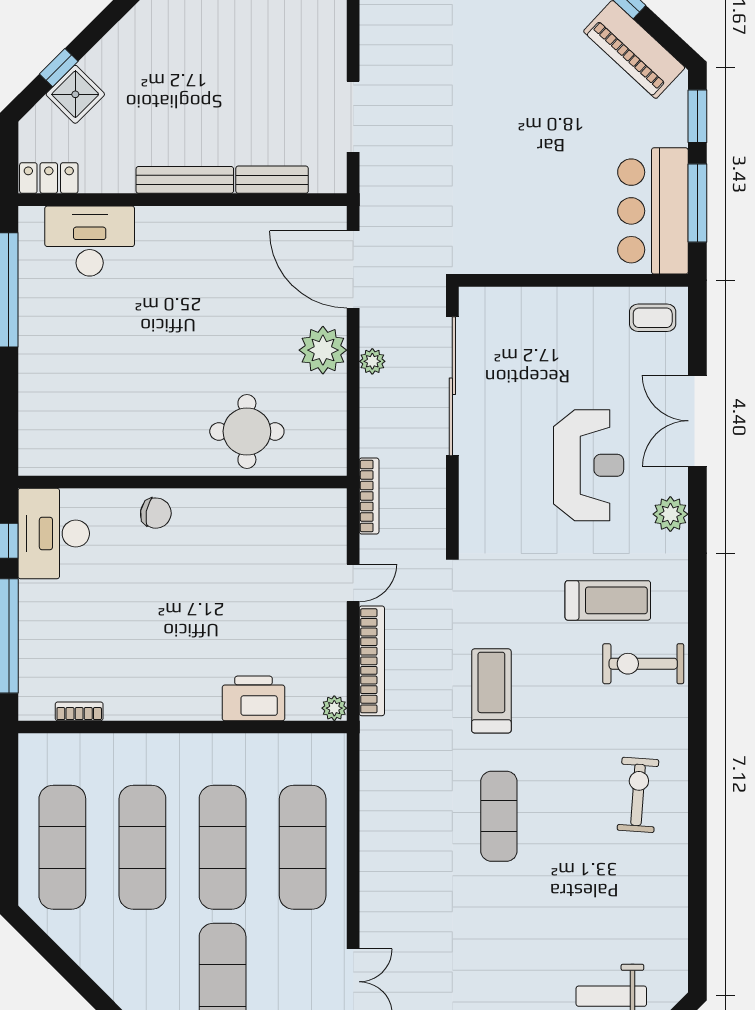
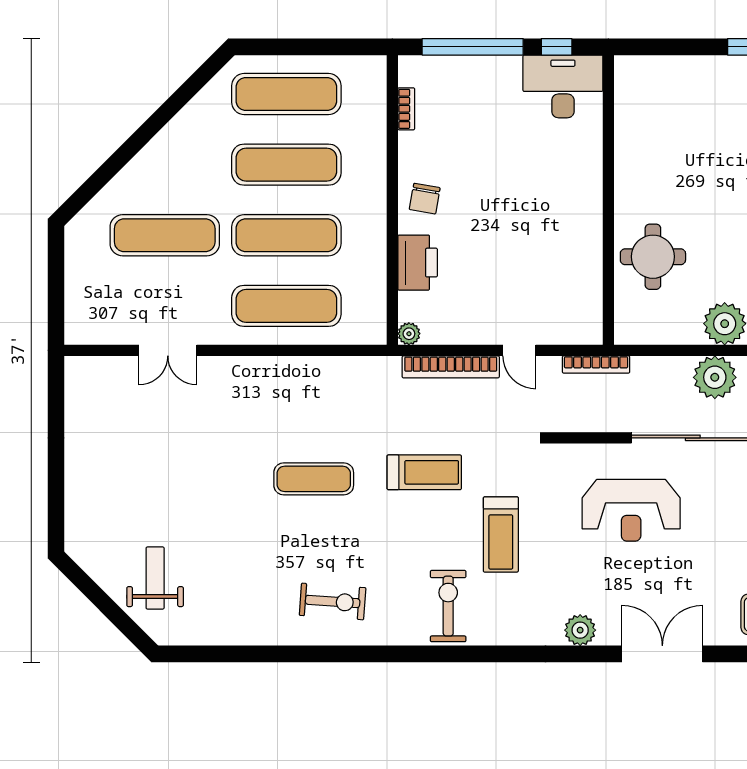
plant: (372, 361) -> (715, 377), width x1.87, depth x1.87
reception desk: (589, 465) -> (631, 510), moved
chair: (156, 513) -> (425, 199), moved
treadmill: (608, 600) -> (501, 534), moved

